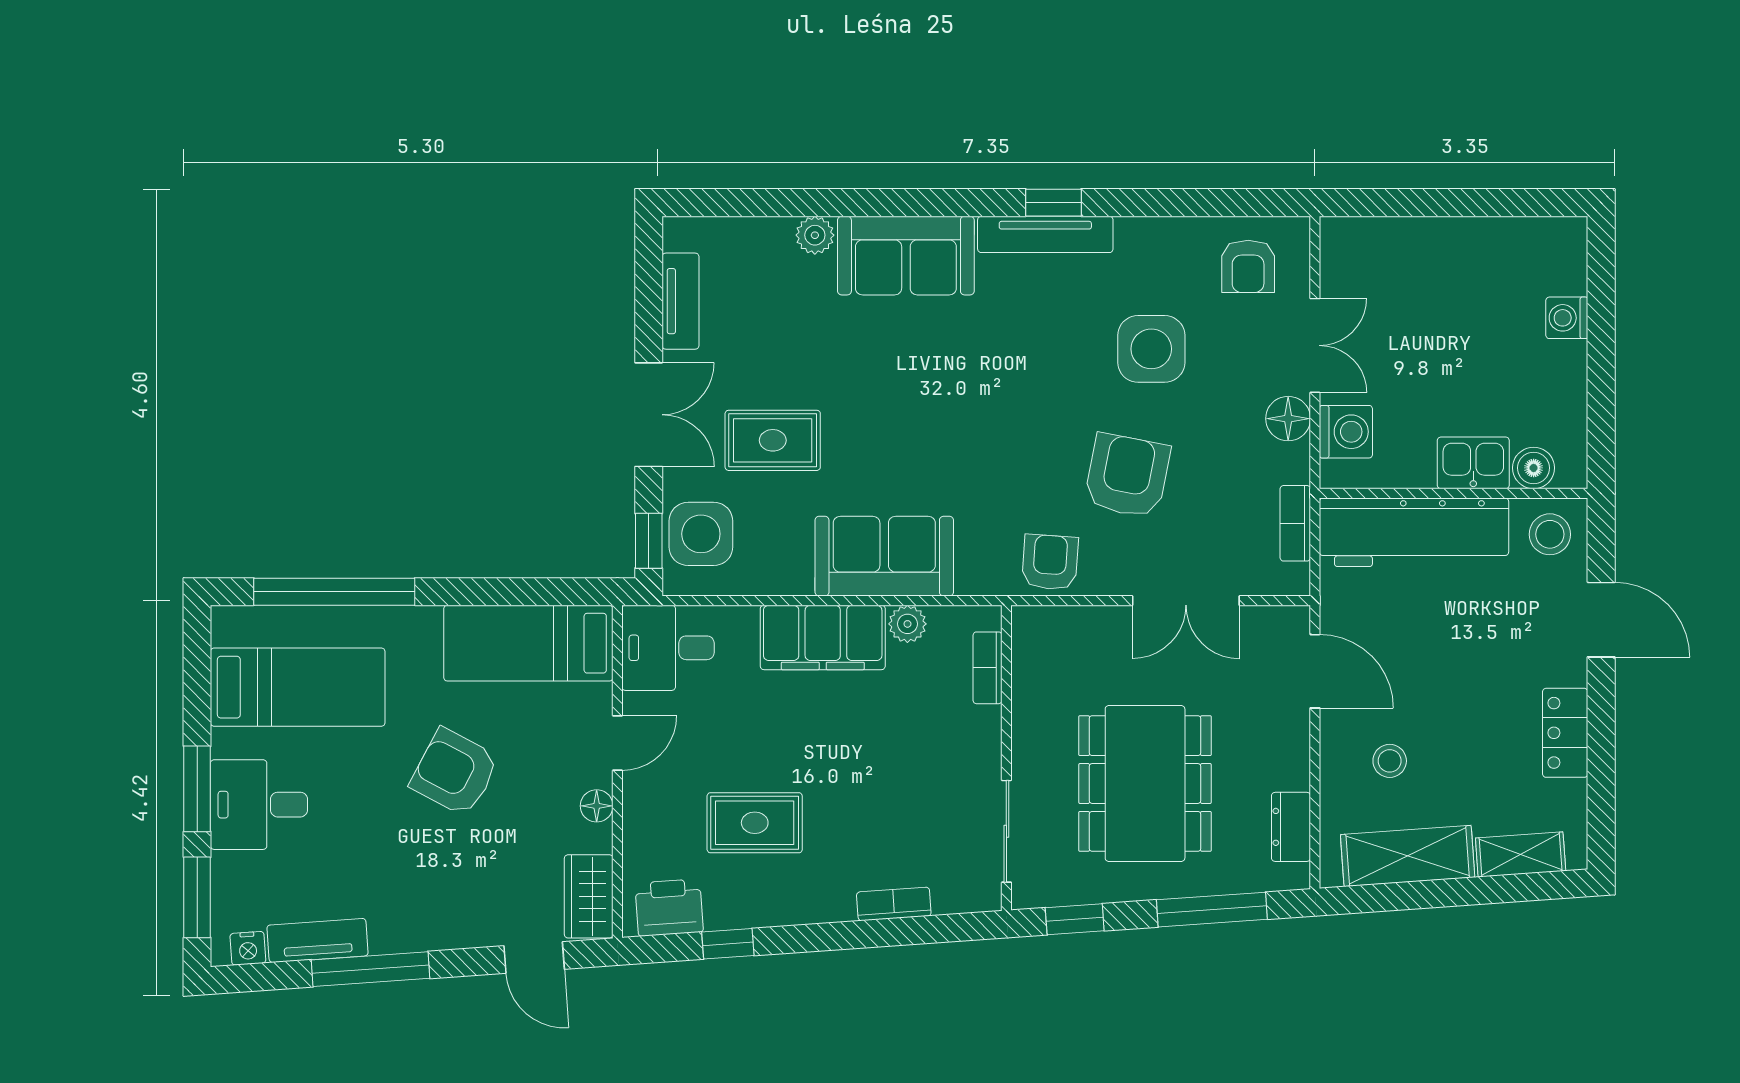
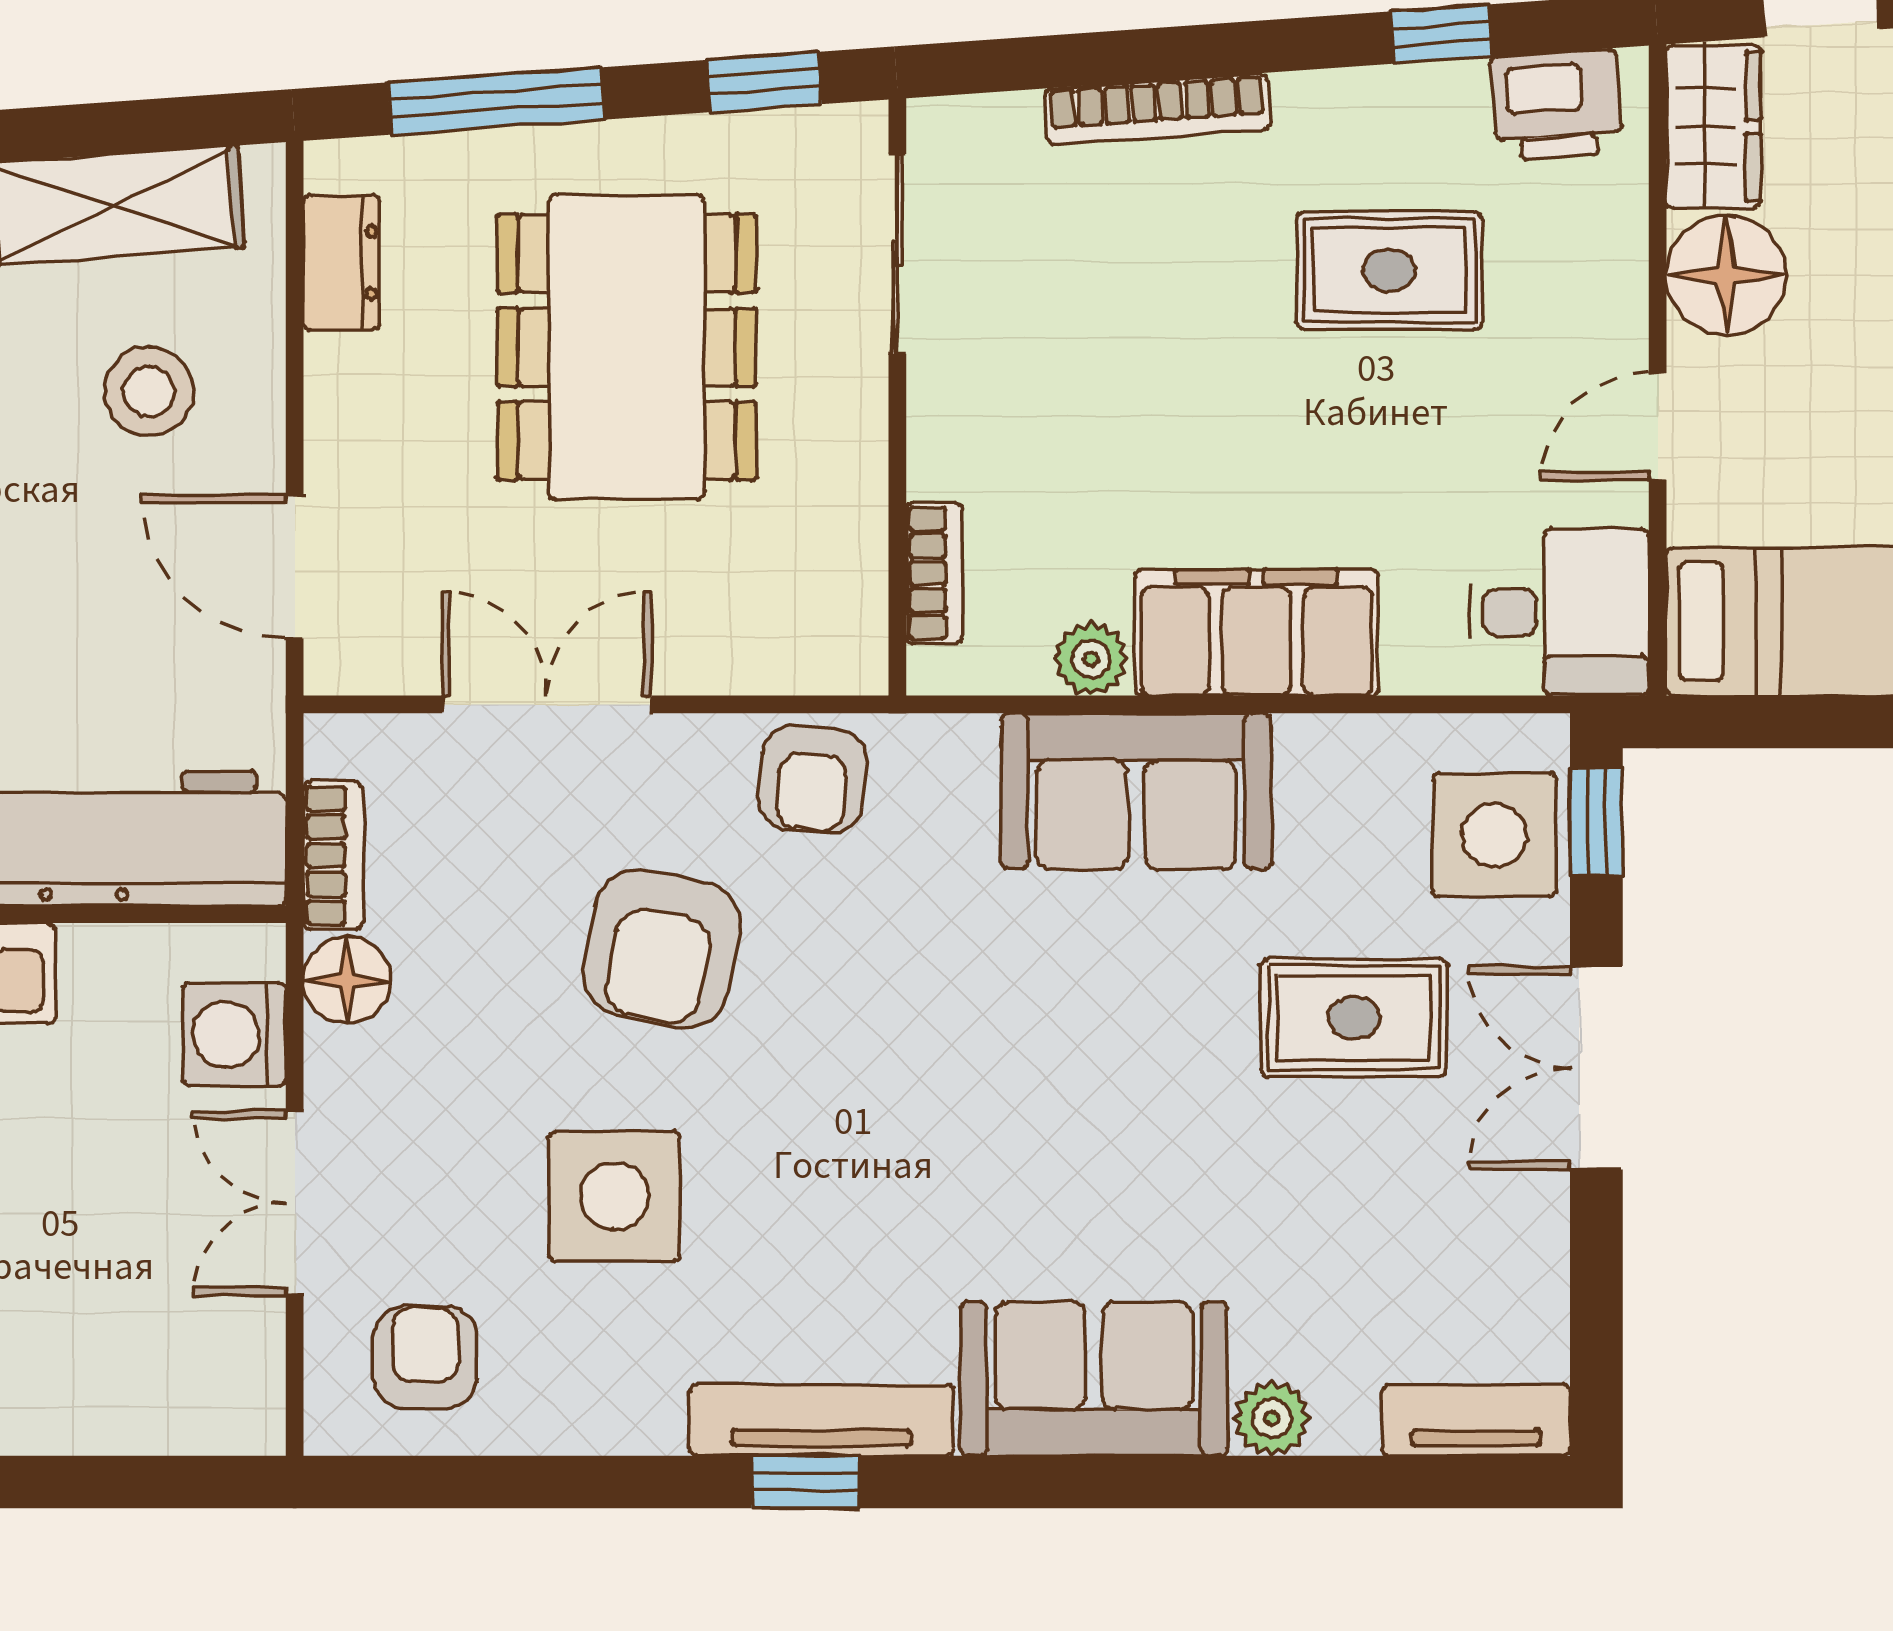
tv unit: (681, 301) -> (1476, 1420), moved, turned 90
floor lamp: (1288, 419) -> (347, 980), moved
stool: (1390, 761) -> (149, 391), width x1.37, depth x1.37
floor lamp: (597, 806) -> (1726, 275), width x1.89, depth x1.89
bookcase: (894, 904) -> (1157, 109), width x1.56

